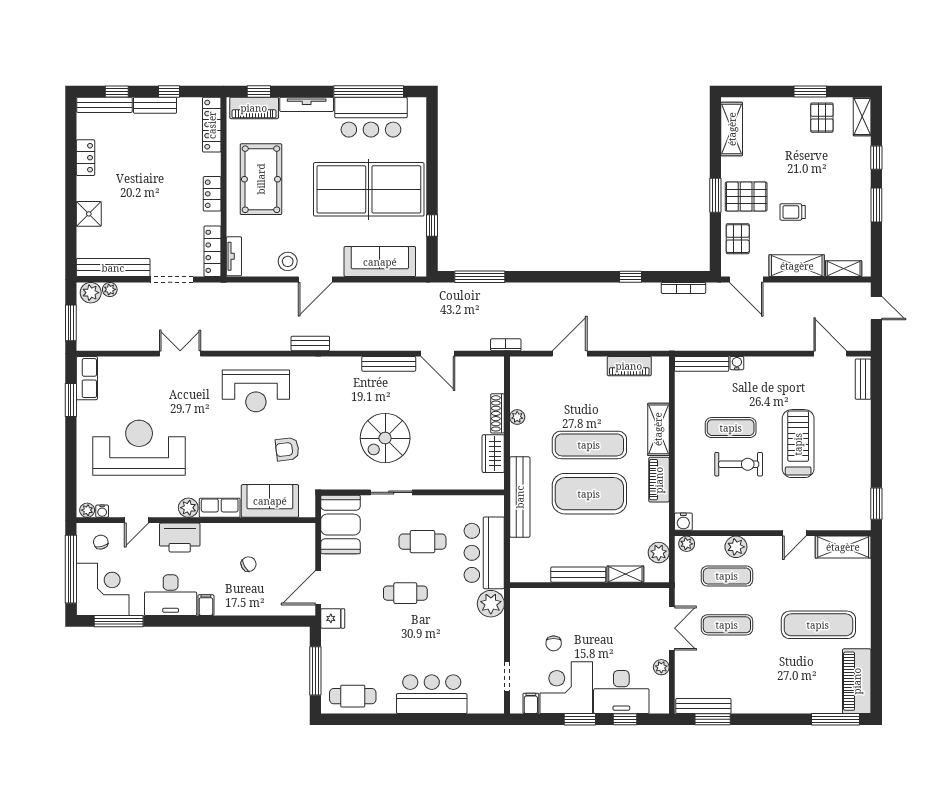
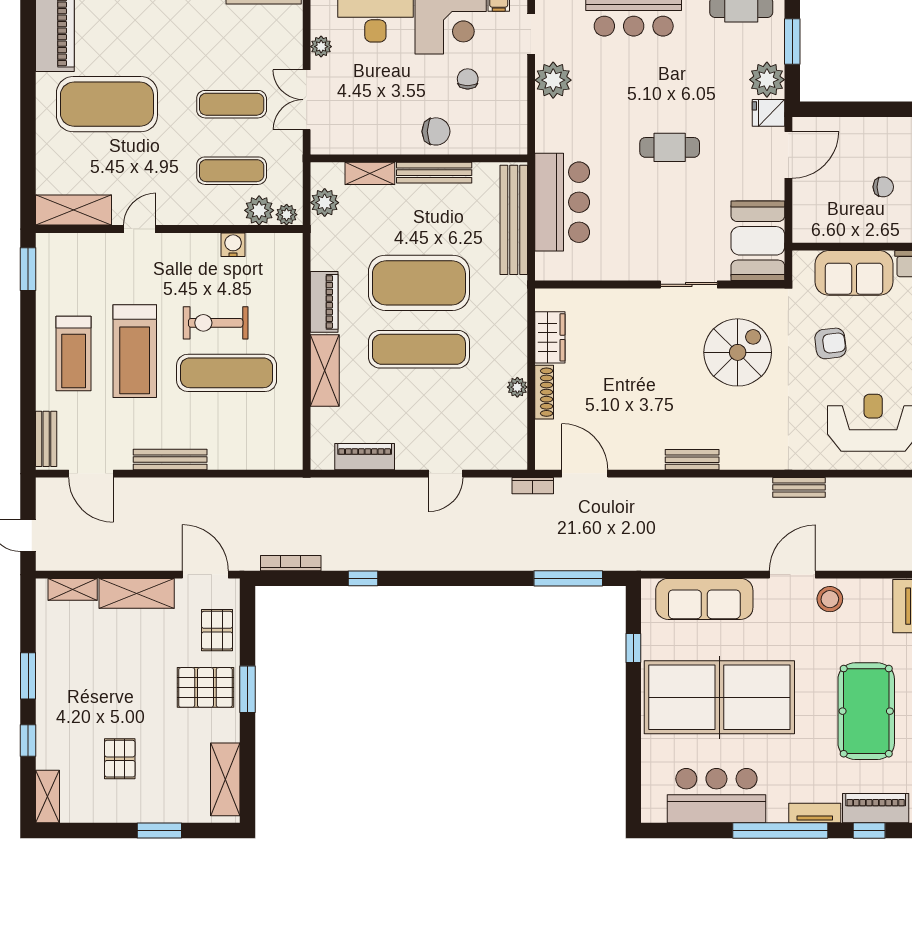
window: (369, 92) -> (780, 831), moved
window: (810, 92) -> (159, 831), moved
tv unit: (307, 104) -> (815, 813), width x0.71
pallet: (822, 118) -> (120, 759), moved
trolley: (793, 212) -> (142, 666), removed
door: (438, 354) -> (585, 474), moved
door: (570, 354) -> (446, 474), width x0.73
water cooler: (737, 363) -> (218, 461), removed
bench: (389, 364) -> (692, 460), width x0.73
bench: (702, 364) -> (170, 460), moved
exercise mat: (731, 428) -> (227, 373), width x1.36, depth x1.45
spiral stairs: (385, 438) -> (738, 352), moved
treadmill: (843, 442) -> (74, 353), added
bench: (520, 497) -> (514, 220), moved
water cooler: (683, 522) -> (233, 245), moved
cafe table: (422, 542) -> (646, 218), removed
plant: (736, 547) -> (259, 210), moved
chair: (248, 564) -> (883, 187), turned -151
plant: (491, 604) -> (553, 80), moved
chair: (577, 605) -> (436, 131), added
exercise mat: (818, 625) -> (107, 104), width x1.47
plant: (334, 643) -> (767, 80), added
window: (315, 671) -> (792, 41), width x0.69

